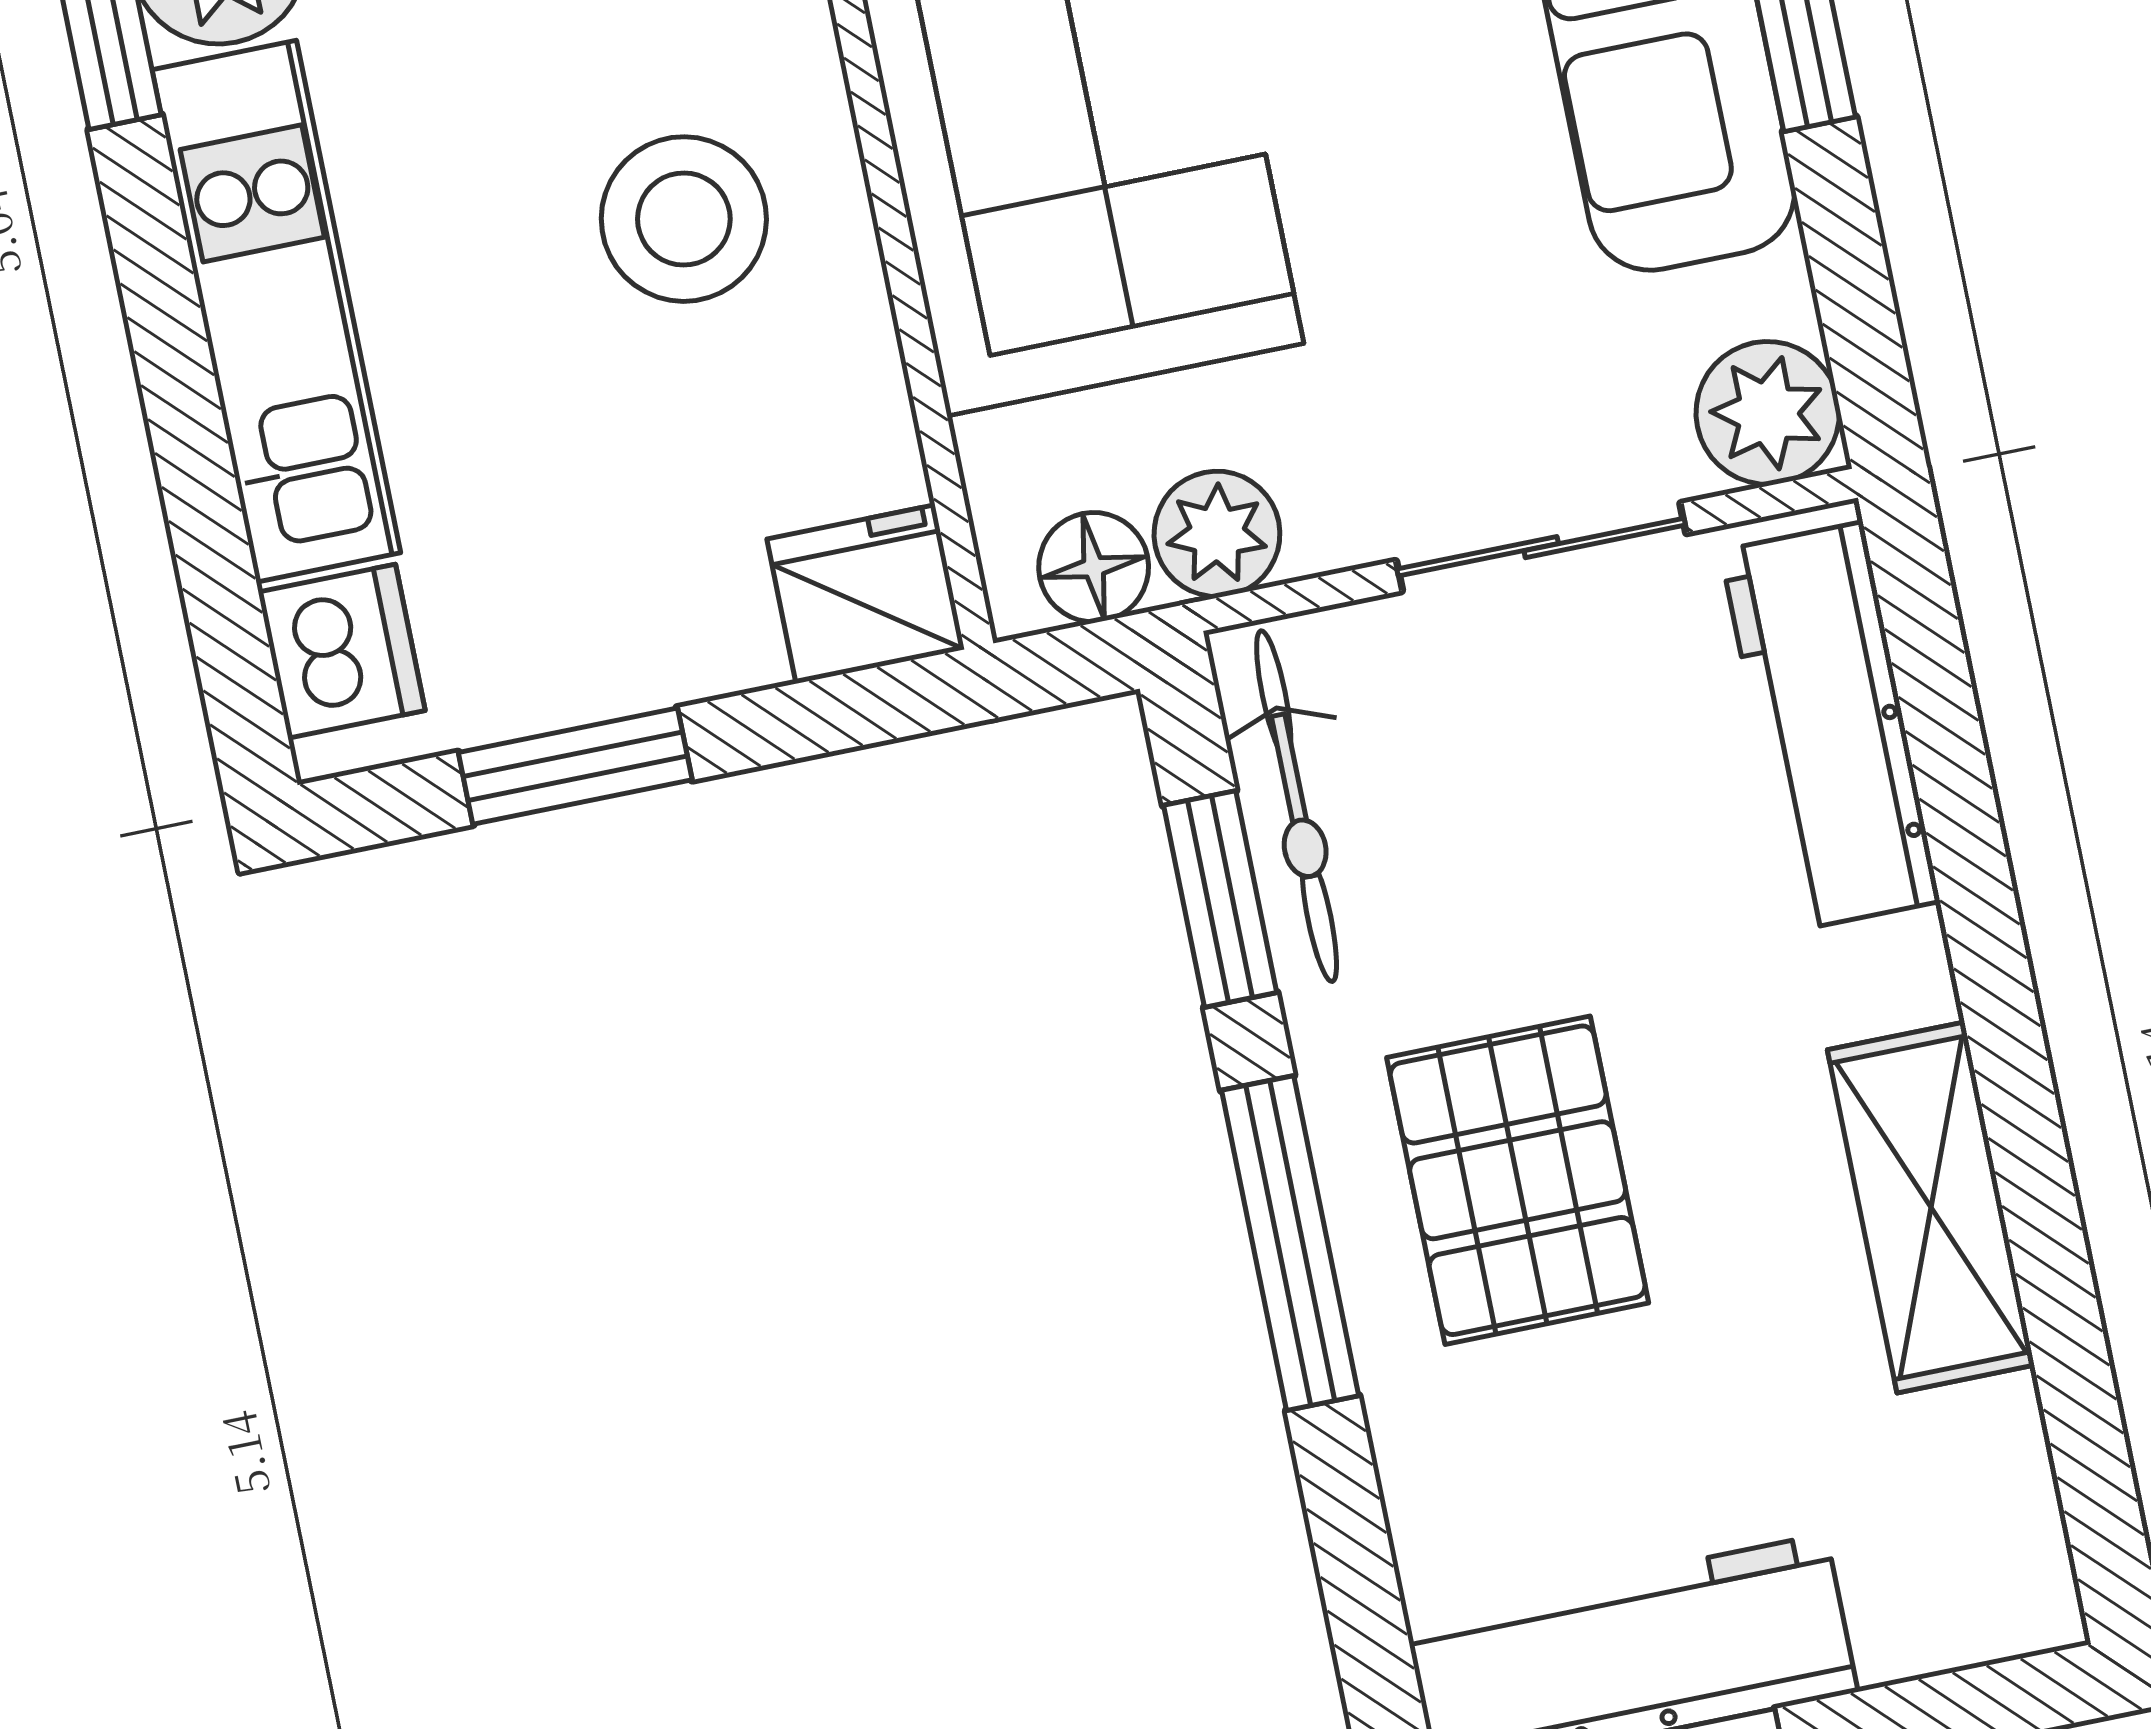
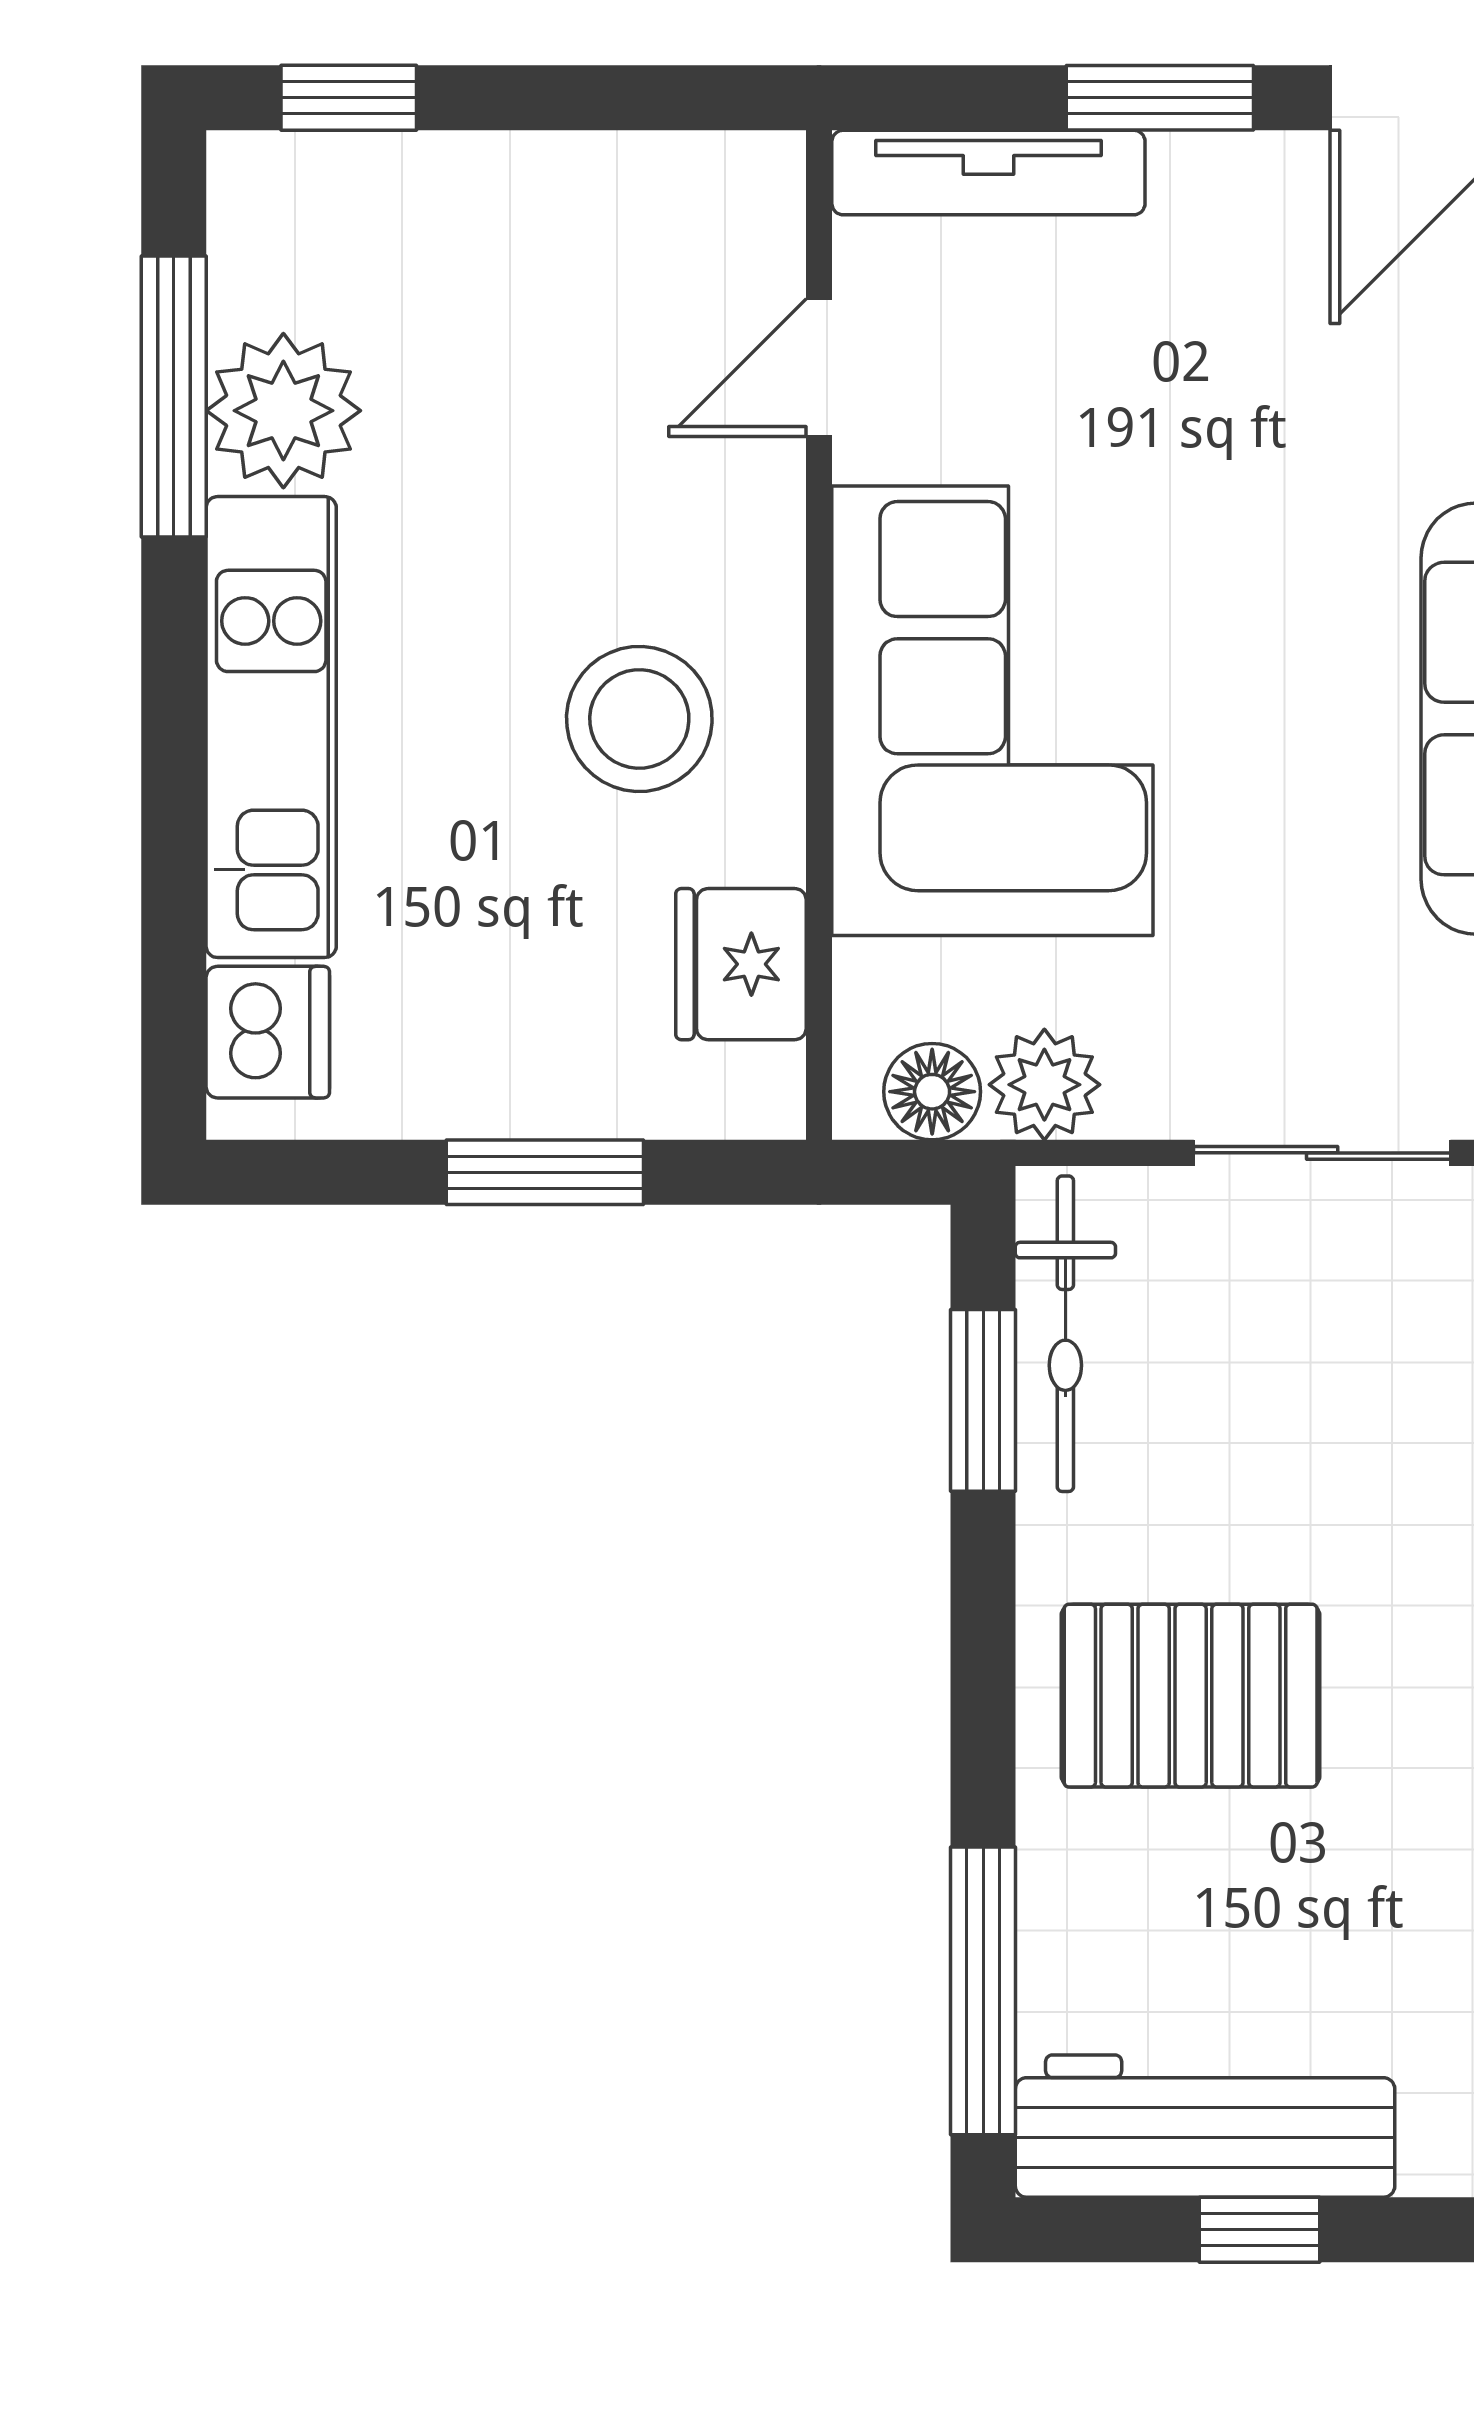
fridge: (866, 594) -> (741, 964), moved, turned -90
window: (575, 766) -> (545, 1172), moved
pallet: (1518, 1180) -> (1191, 1696), turned 90
window: (1290, 1243) -> (983, 1991), moved

